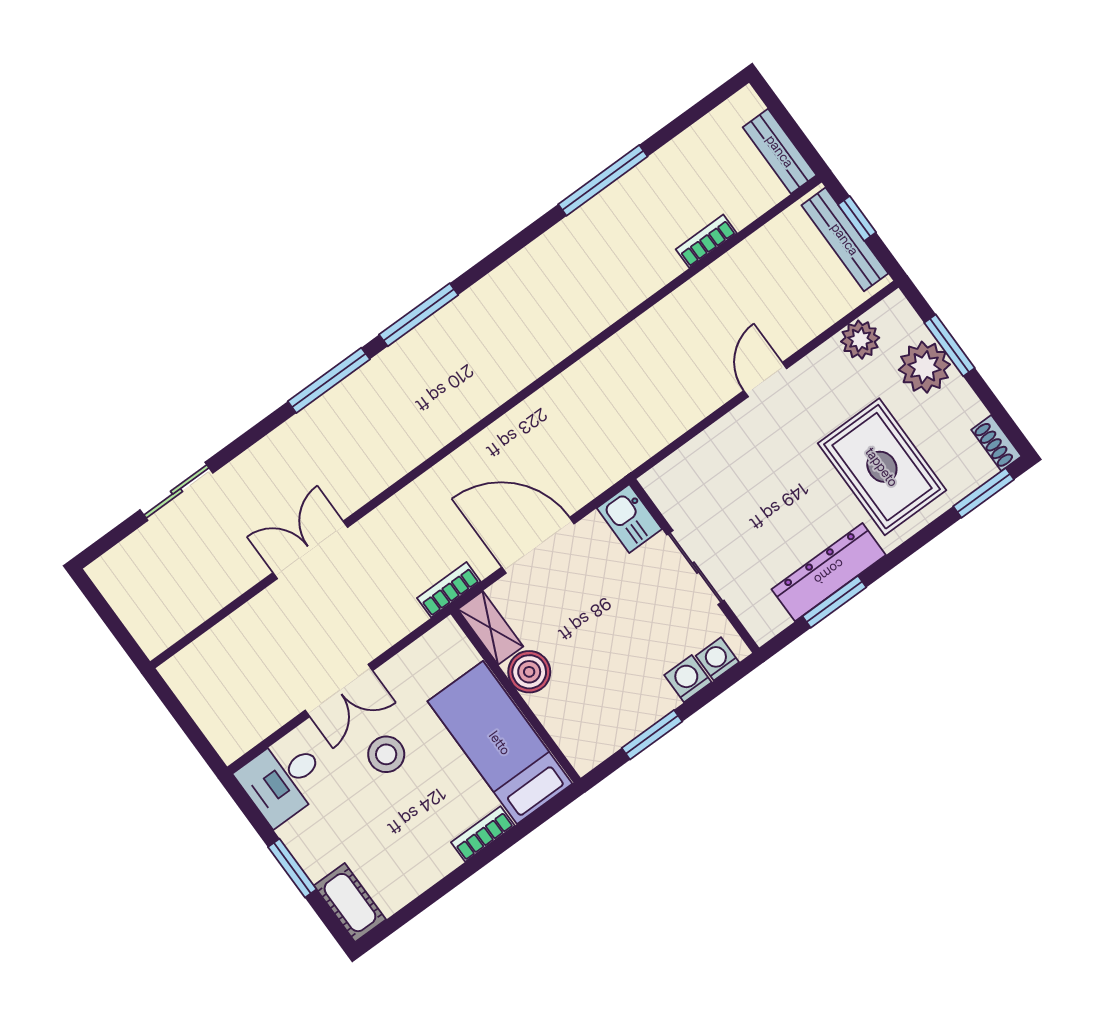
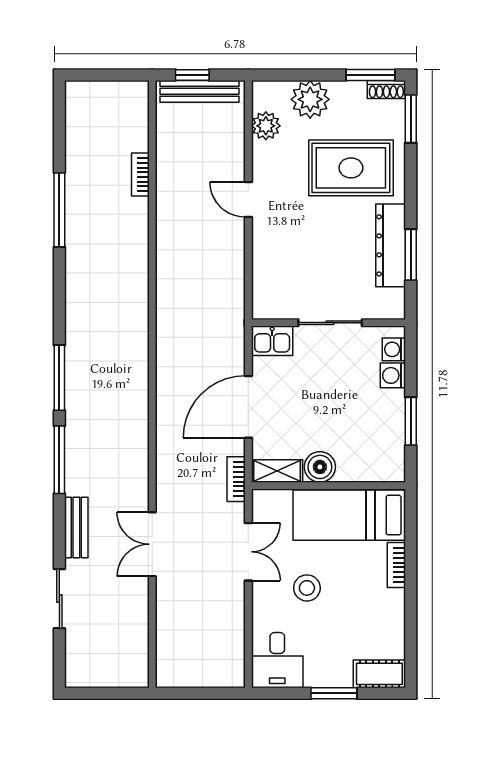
bench: (780, 151) -> (76, 527), moved, turned 90
window: (950, 345) -> (370, 75), moved
double door: (339, 690) -> (248, 552), moved

